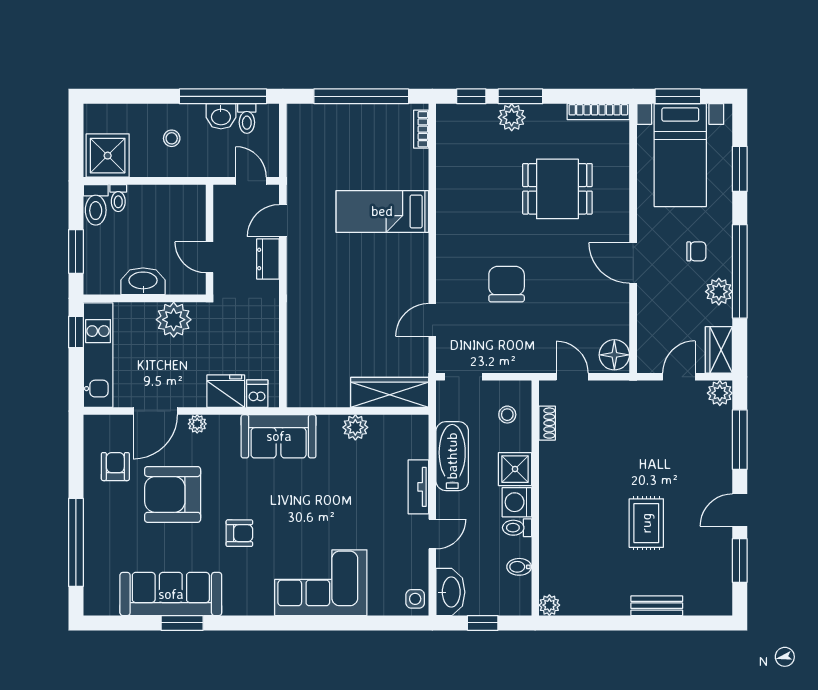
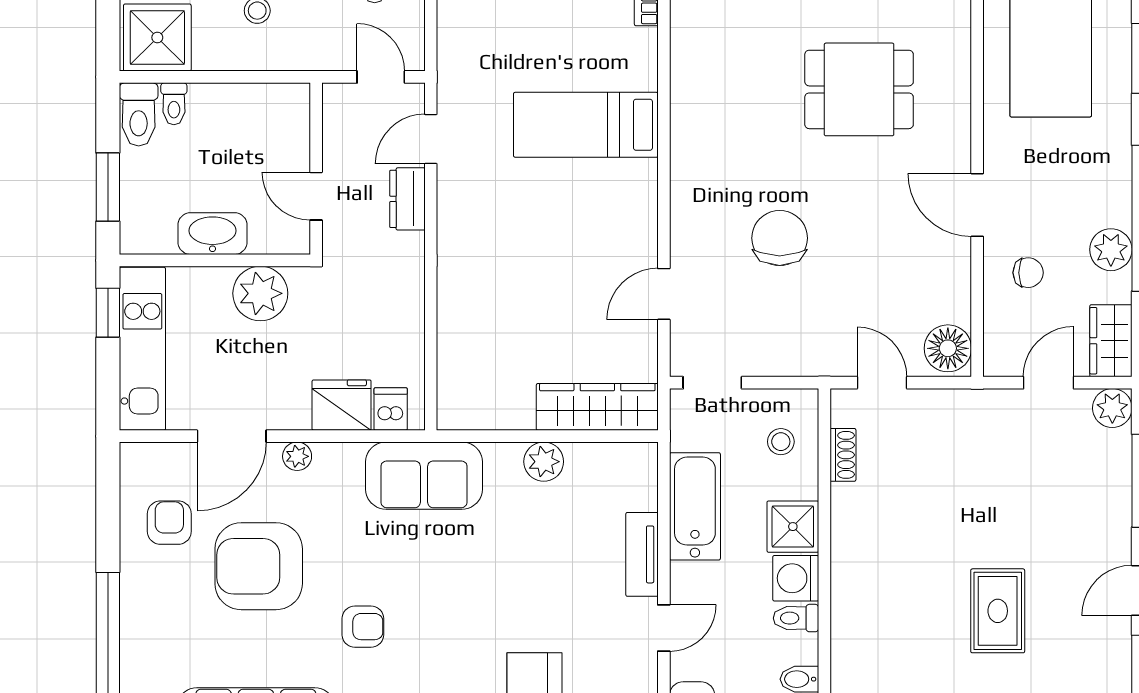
chair: (696, 251) -> (1028, 273), moved

